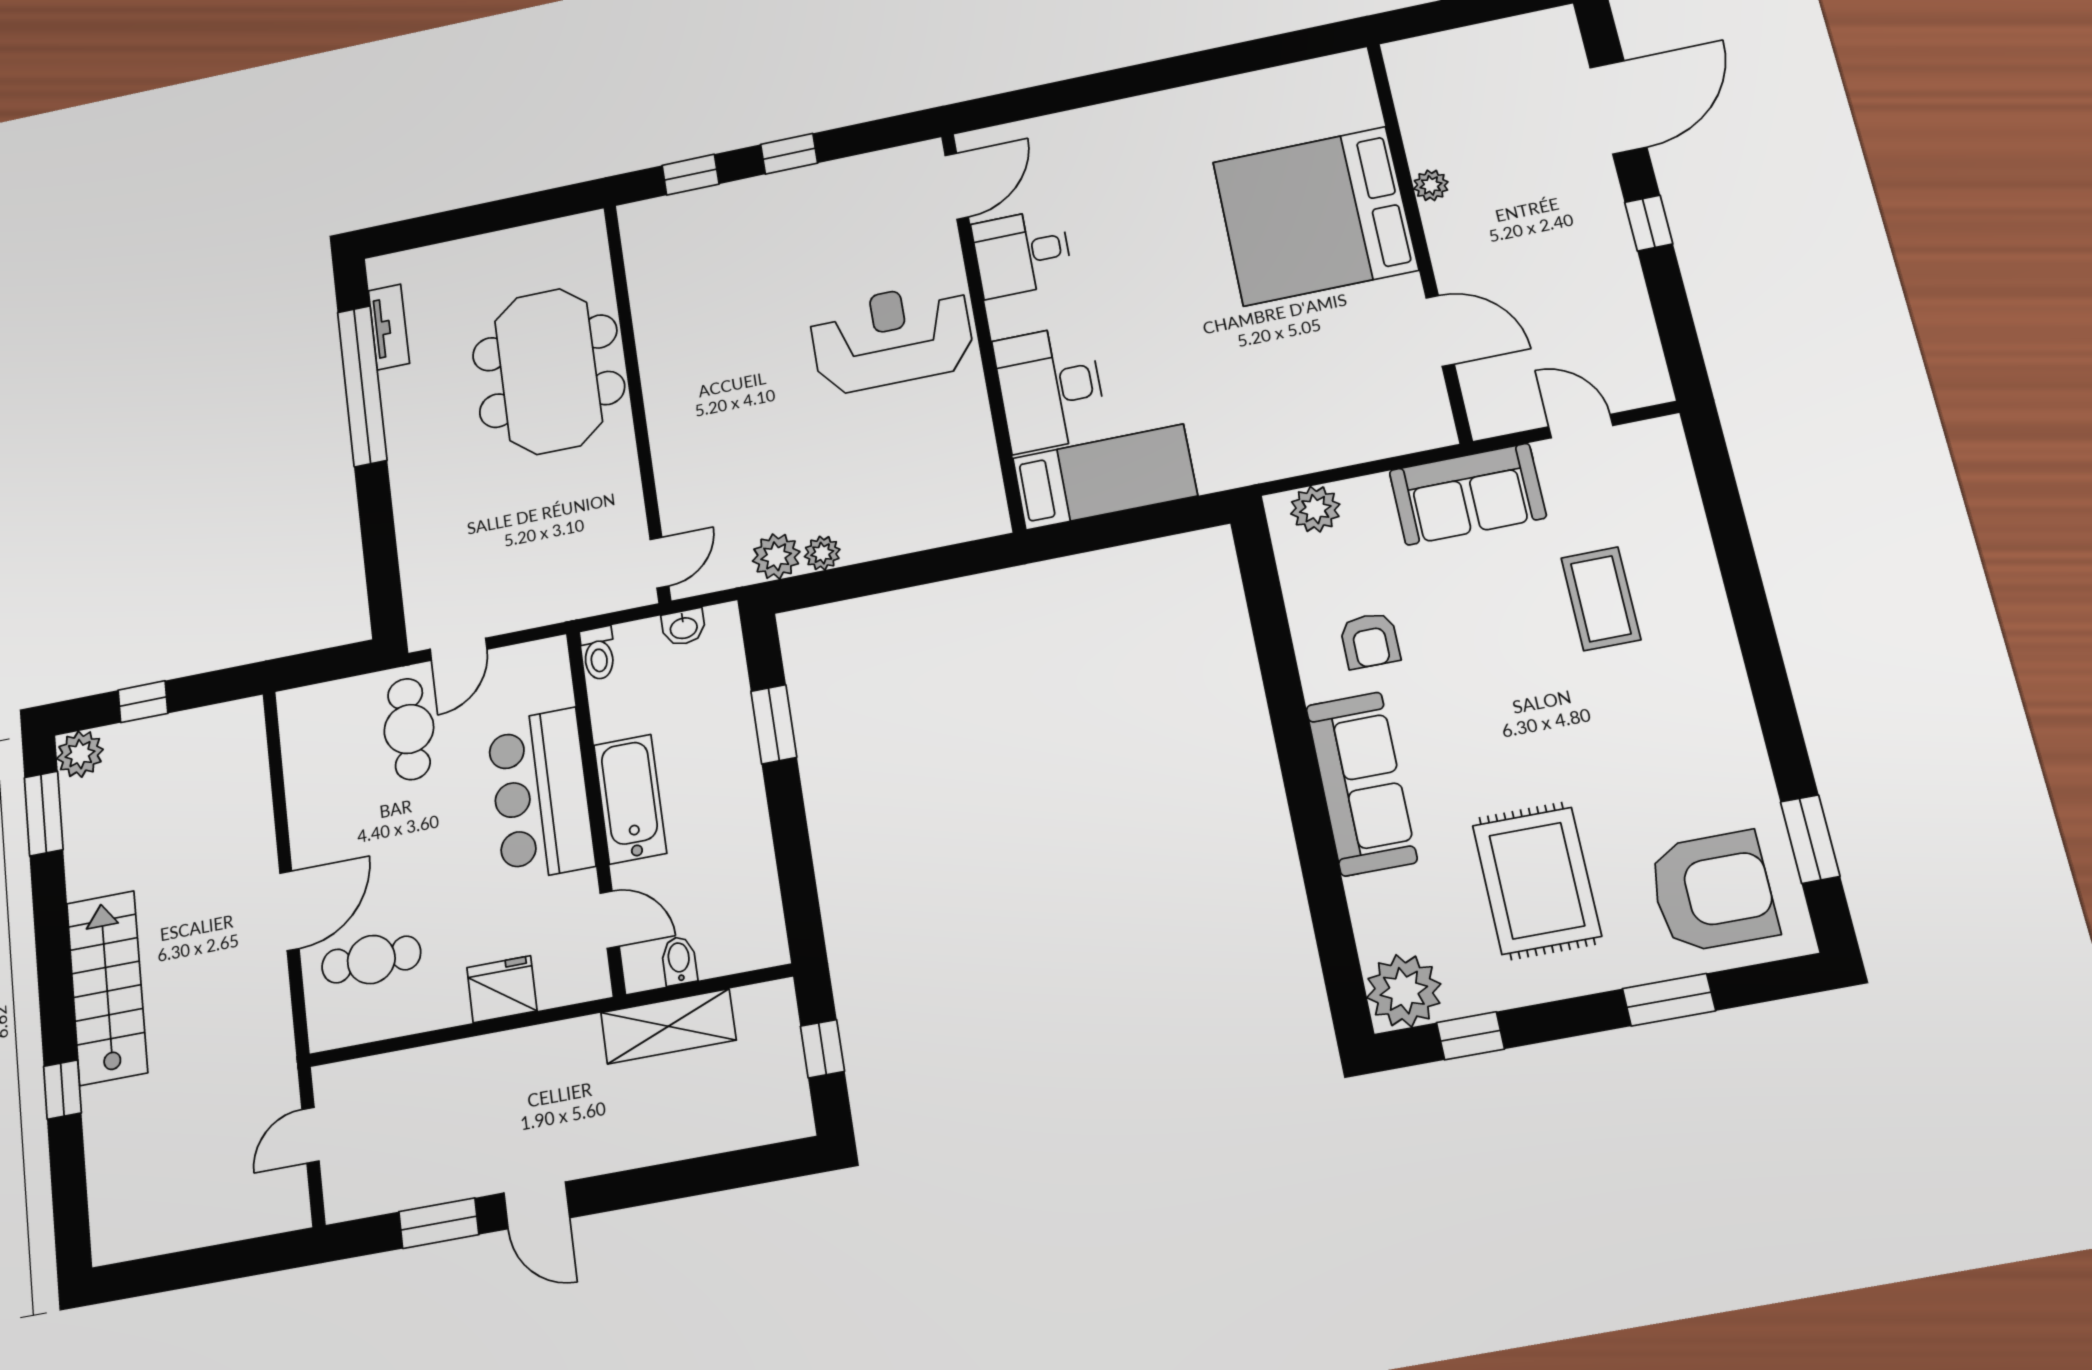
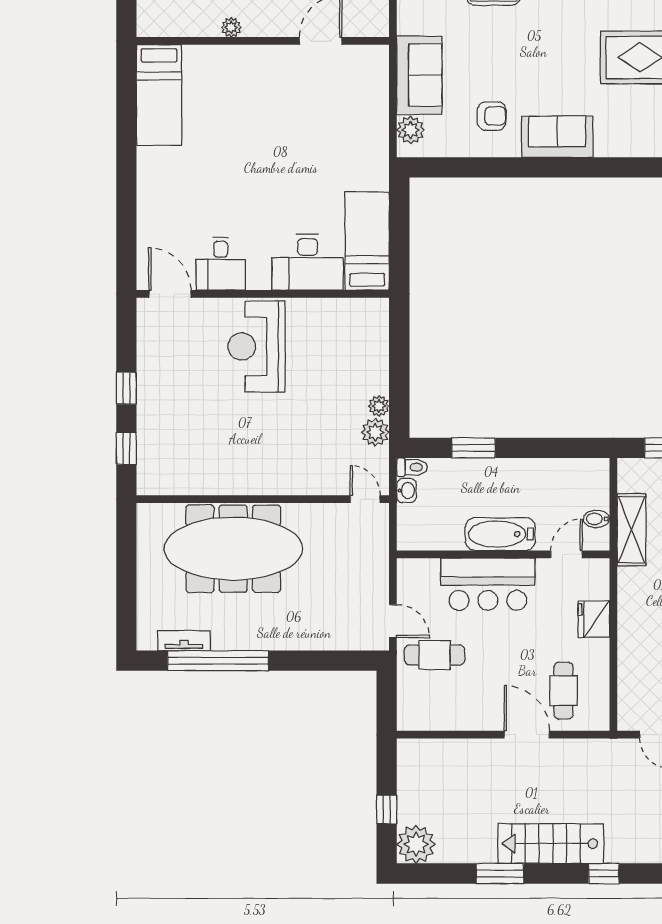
bed: (1315, 216) -> (159, 95), moved, width x0.49
meeting table: (548, 371) -> (233, 549), width x1.36
sofa: (1468, 494) -> (419, 75), moved
toilet: (598, 653) -> (412, 467), moved
plant: (80, 754) -> (416, 844), width x1.36, depth x1.36
sofa: (1361, 784) -> (557, 137), width x0.73
window: (44, 814) -> (500, 873), moved

